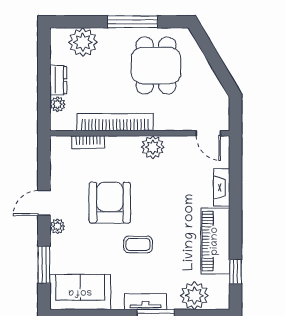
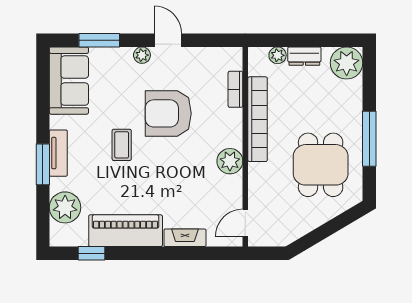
plant: (83, 42) -> (347, 63), moved
dining table: (156, 66) -> (321, 165), turned 90
armchair: (110, 203) -> (168, 113), turned 180

